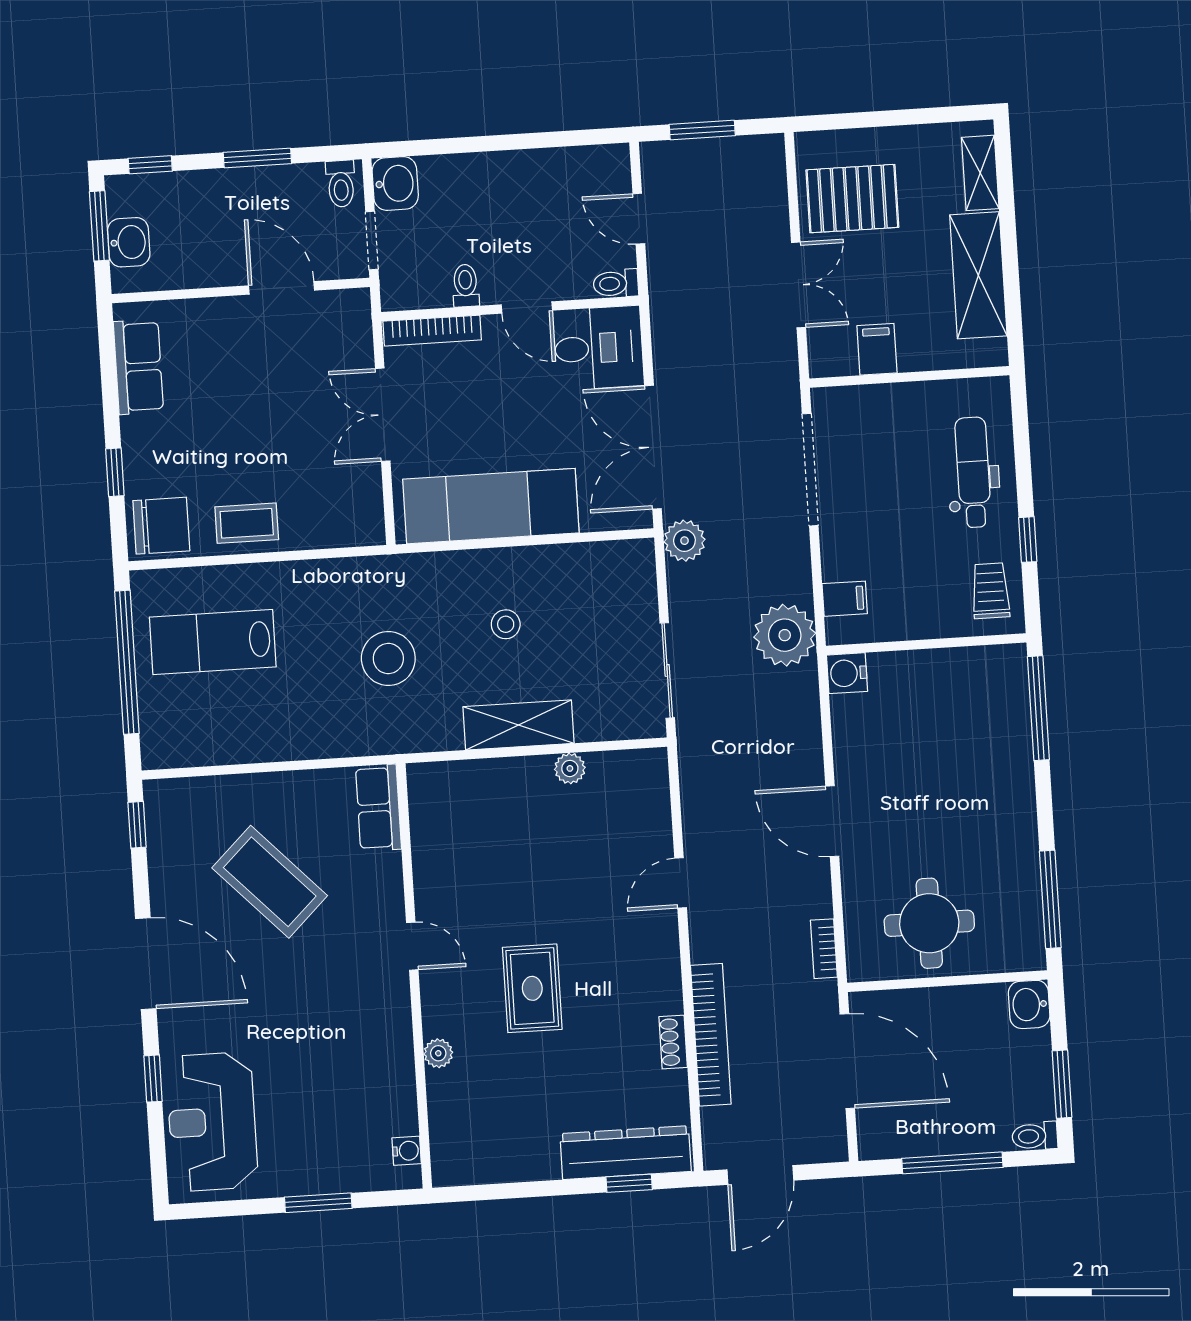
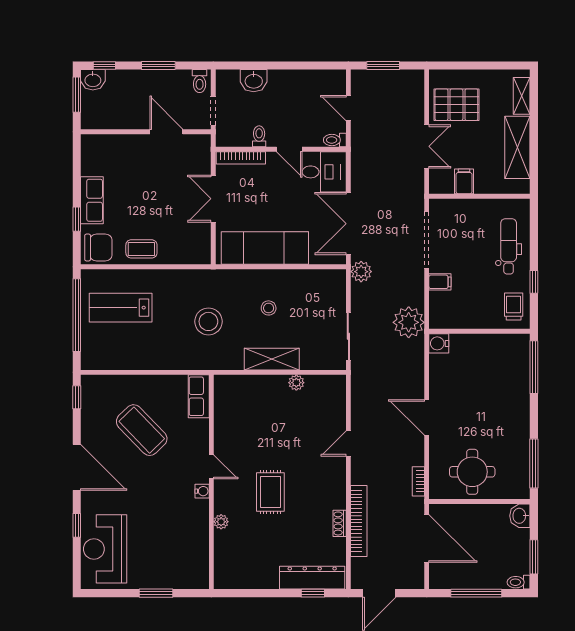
washbasin: (395, 183) -> (254, 81), moved, turned 90
washbasin: (129, 242) -> (93, 80), moved, turned 90
row of seats: (138, 367) -> (92, 200), moved
filing cabinet: (845, 599) -> (440, 282), moved
water cooler: (407, 1151) -> (202, 491), moved

